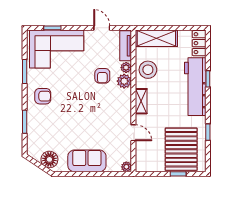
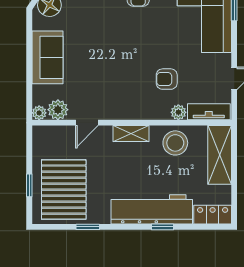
plant: (124, 81) -> (58, 110), moved
pallet: (181, 149) -> (64, 190), turned 90

